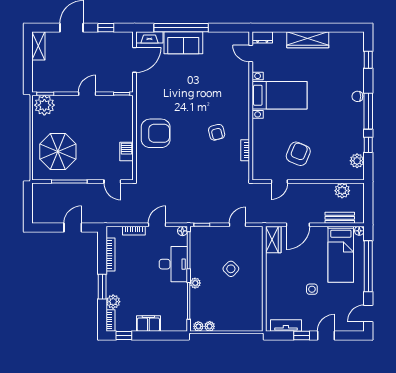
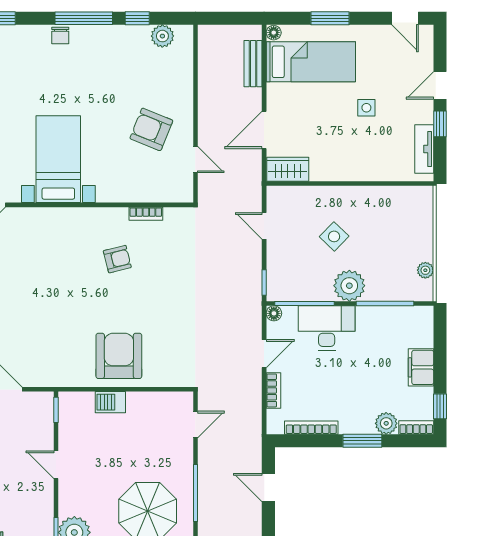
barbecue: (127, 152) -> (110, 402), moved
plant: (342, 191) -> (210, 60), removed
door: (157, 225) -> (264, 354), swing flipped
door: (298, 225) -> (264, 130), swing flipped
window: (368, 266) -> (330, 18), width x0.47
plant: (195, 283) -> (349, 286), width x1.88, depth x1.88
plant: (198, 326) -> (426, 288), removed
door: (326, 336) -> (440, 85), hinge flipped

